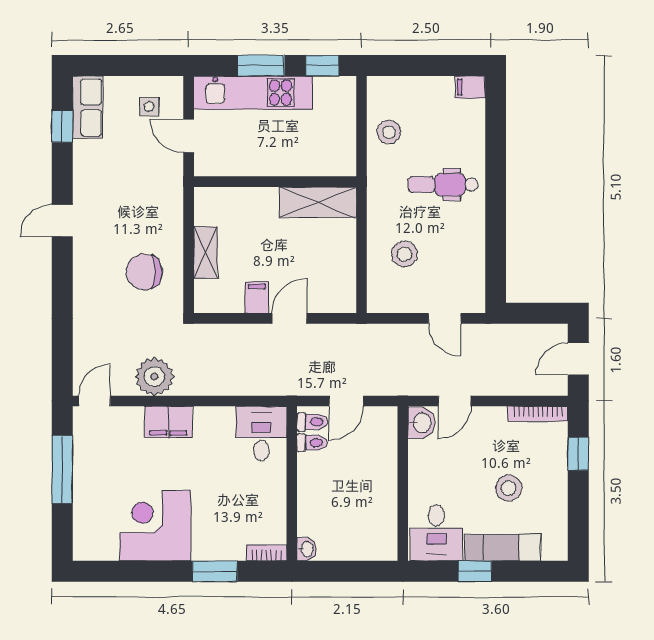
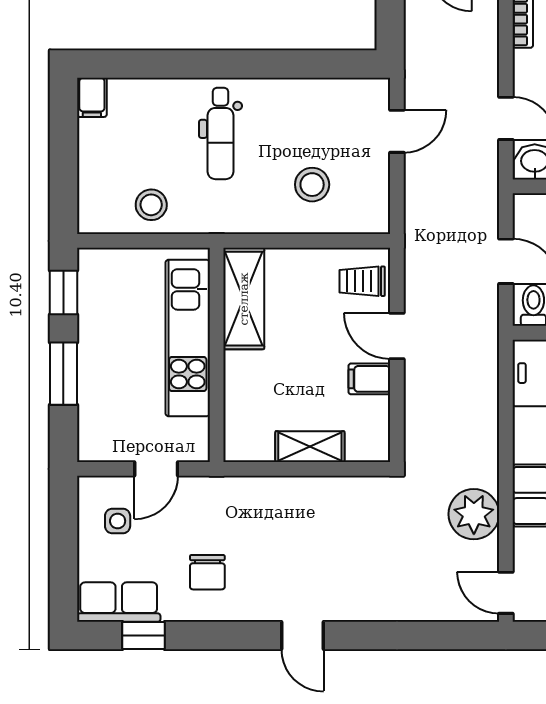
kitchen unit: (253, 93) -> (188, 338), moved, turned 180
door: (62, 221) -> (302, 636), moved
chair: (144, 272) -> (207, 572), moved, width x0.73, depth x0.73
trolley: (331, 292) -> (362, 281), added

